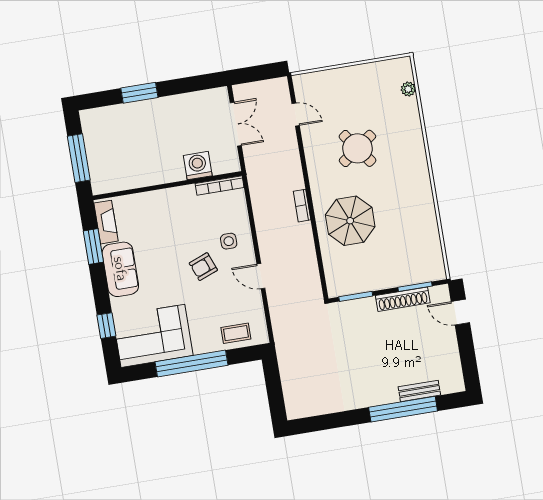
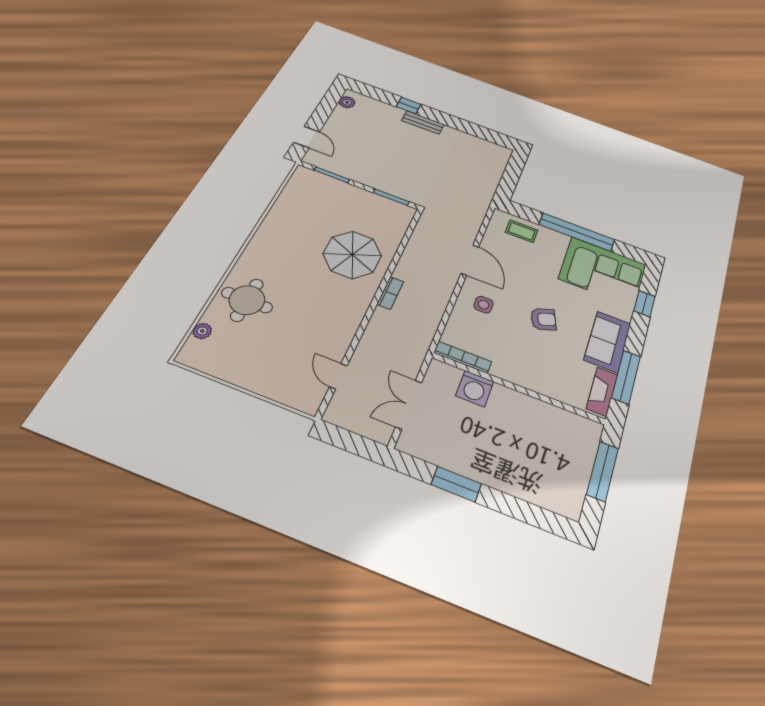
window: (139, 93) -> (456, 484), moved
round table: (357, 148) -> (247, 300), moved, turned 36
window: (93, 246) -> (626, 377), width x1.44
armchair: (203, 267) -> (543, 319), moved
door: (261, 276) -> (470, 260), width x1.38
shoe rack: (403, 299) -> (350, 172), removed
plant: (455, 375) -> (347, 102), added
bench: (419, 391) -> (423, 122), moved
window: (403, 409) -> (409, 106), width x0.32

